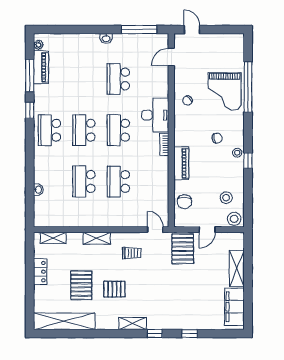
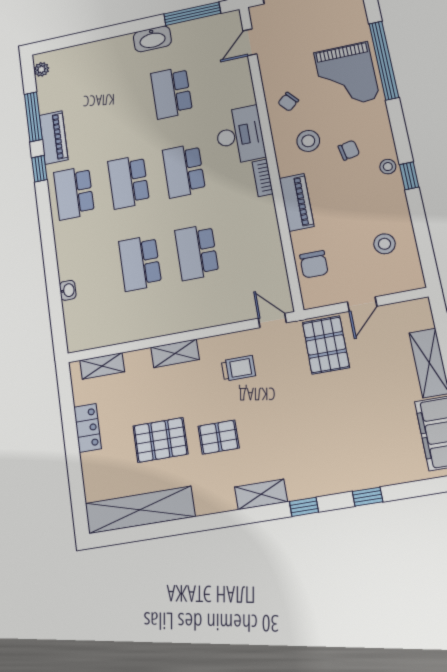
washbasin: (106, 38) -> (152, 39), width x1.91, depth x1.45
piano: (41, 67) -> (54, 137), moved
stool: (234, 219) -> (308, 141), moved
pallet: (81, 285) -> (160, 440), turned 90

